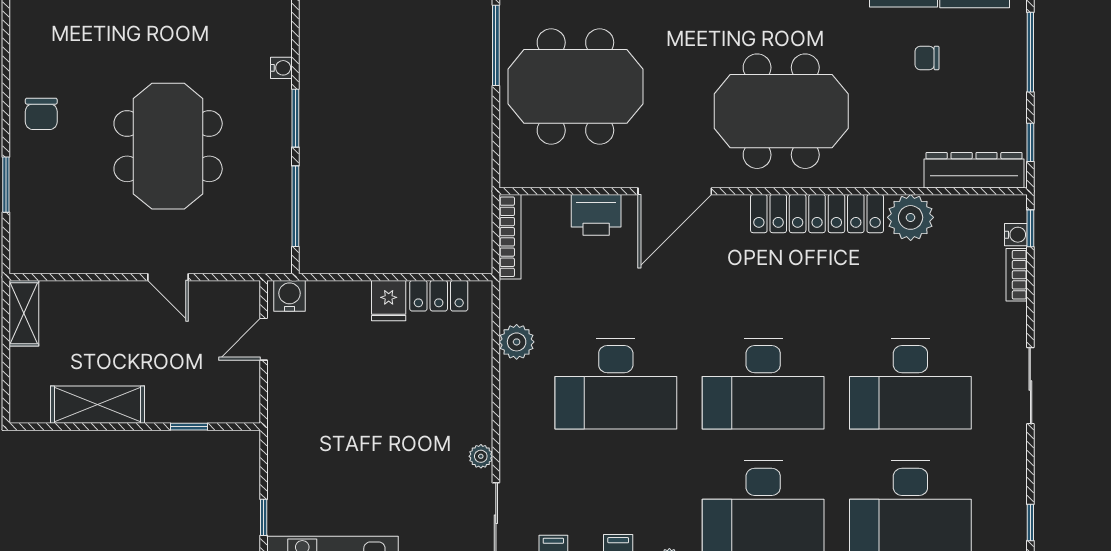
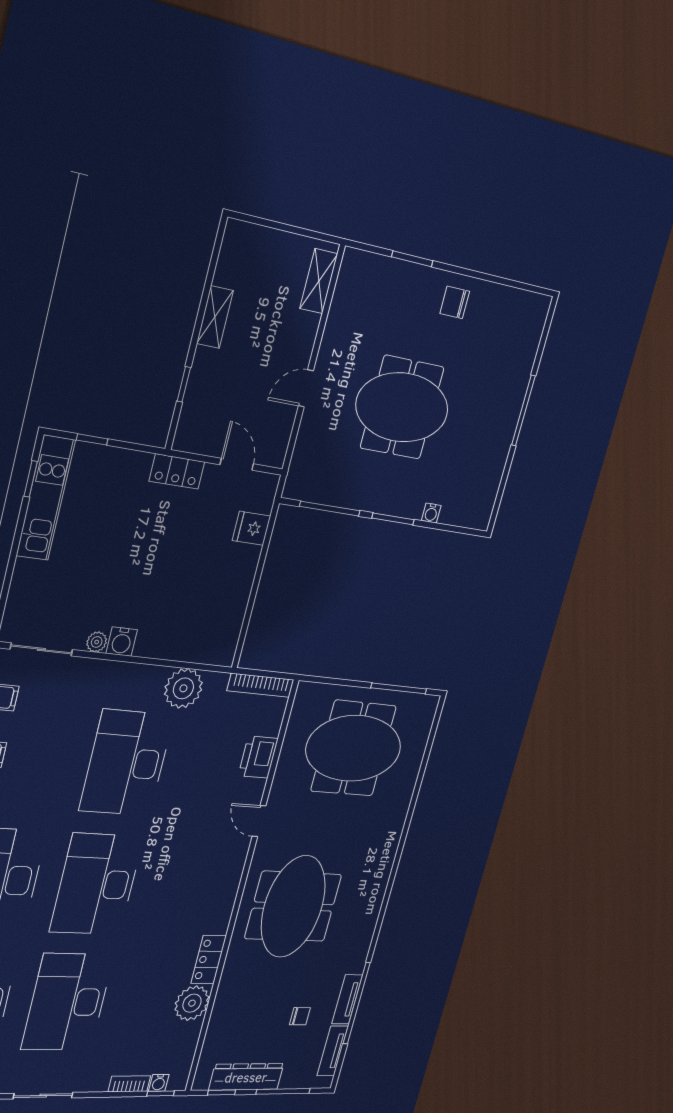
chair: (927, 58) -> (300, 1016), turned 90
meeting table: (575, 86) -> (354, 748), turned 90
dresser: (974, 170) -> (246, 1077), moved, turned -90
door: (675, 191) -> (259, 821), width x0.53
locker: (817, 214) -> (209, 960), width x0.46, depth x0.83
water cooler: (289, 296) -> (122, 642), moved, turned 90
locker: (439, 296) -> (177, 471), moved, turned -90
fridge: (389, 301) -> (251, 528), moved
shelving: (24, 313) -> (319, 281), moved, turned 90
plant: (517, 342) -> (183, 688), width x1.36, depth x1.36
shelving: (98, 405) -> (215, 317), width x0.67, depth x0.75

